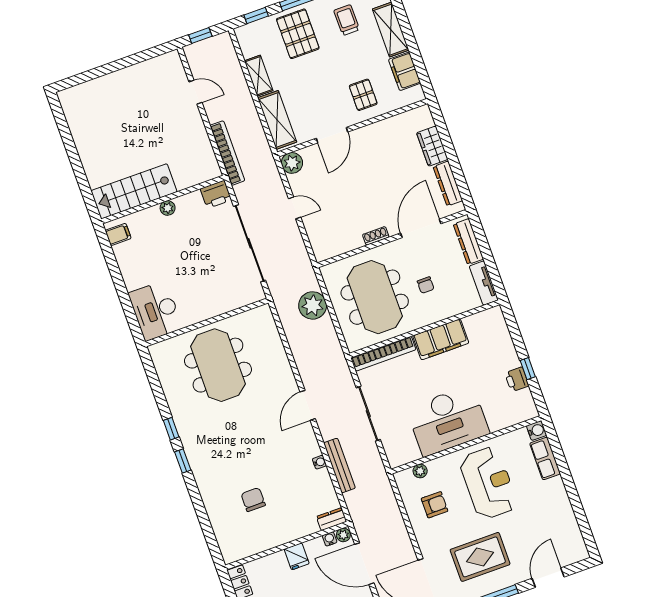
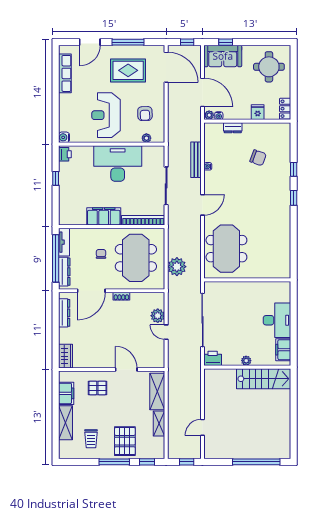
window: (103, 71) -> (256, 462), added
door: (195, 92) -> (202, 427), hinge flipped
pallet: (363, 95) -> (97, 388), turned 90
door: (332, 135) -> (126, 370), hinge flipped
wardrobe: (432, 146) -> (66, 356), moved
bookcase: (227, 153) -> (196, 382), removed
plant: (292, 163) -> (158, 316), moved
filing cabinet: (118, 234) -> (283, 350), width x2.00
window: (487, 256) -> (56, 258), added
desk: (155, 311) -> (277, 320), moved
meeting table: (218, 365) -> (226, 249), moved
printer: (517, 379) -> (65, 154), moved
window: (171, 429) -> (294, 169), moved
row of seats: (545, 458) -> (65, 73), moved, width x1.48
chair: (253, 500) -> (258, 158), turned -70
armchair: (435, 505) -> (145, 114), turned -92
dresser: (332, 519) -> (233, 128), moved
fridge: (297, 556) -> (258, 112), moved

